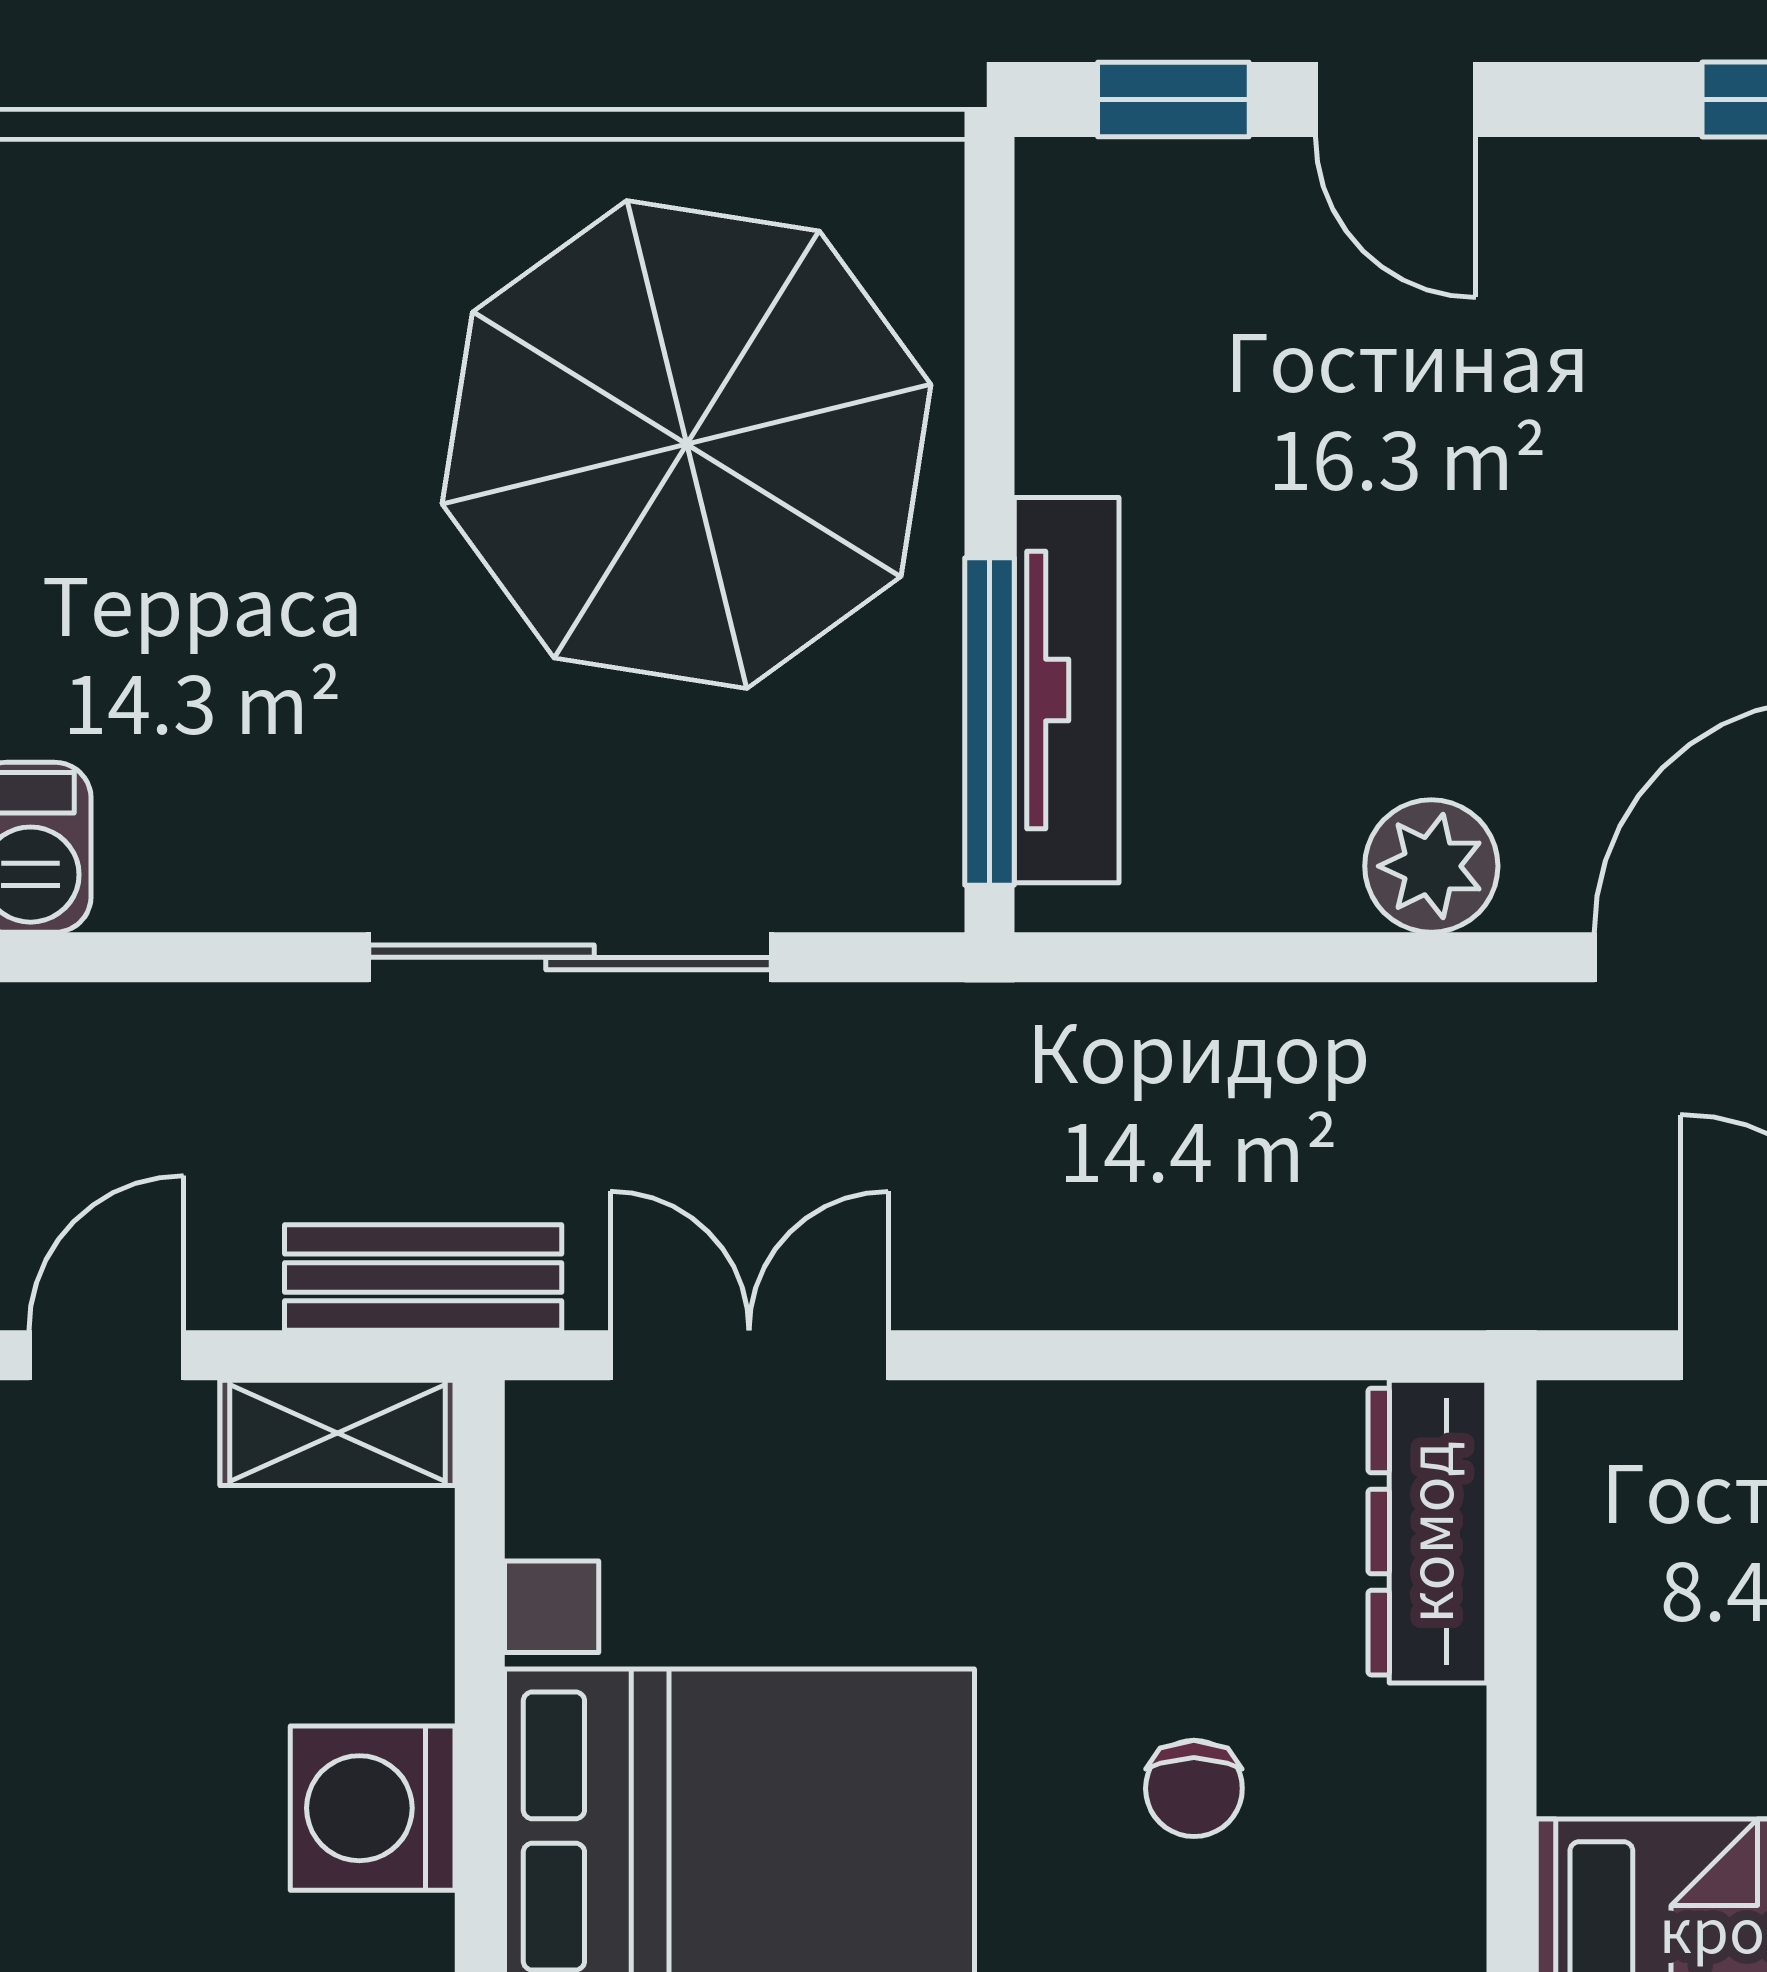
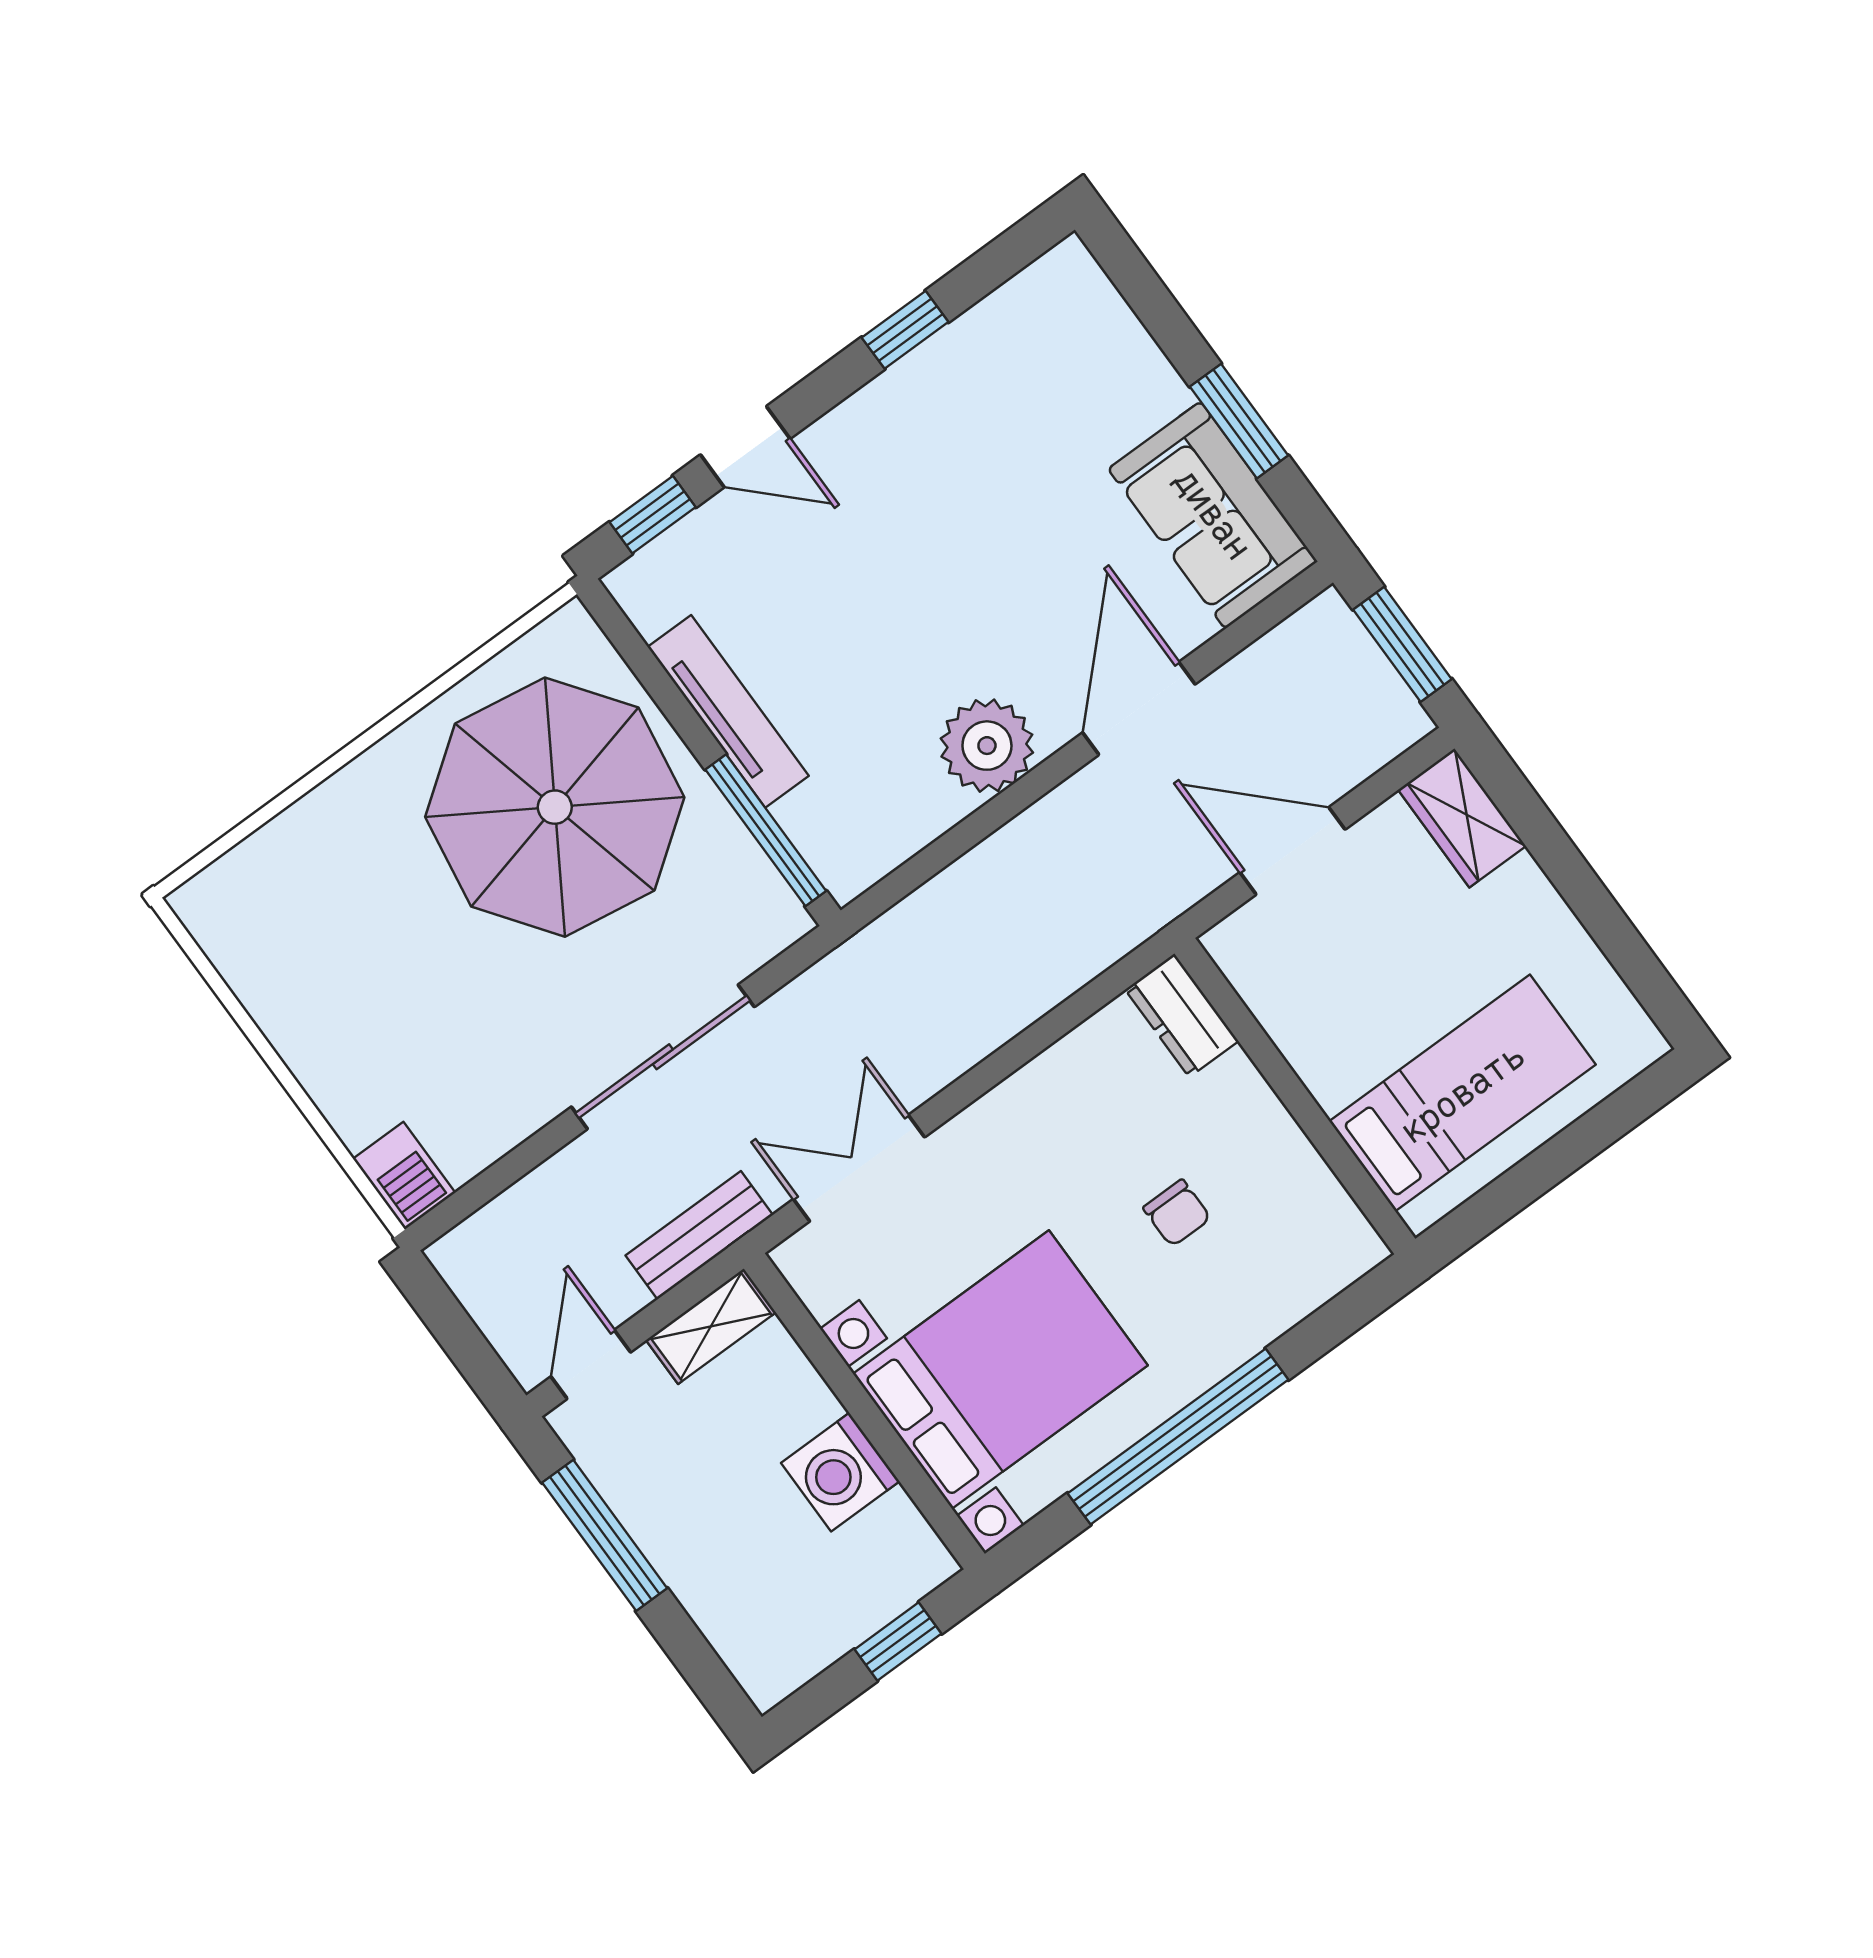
tv unit: (1067, 690) -> (728, 711), moved
plant: (1431, 866) -> (987, 746), width x1.36, depth x1.36
dresser: (1427, 1532) -> (1182, 1015), width x0.70

